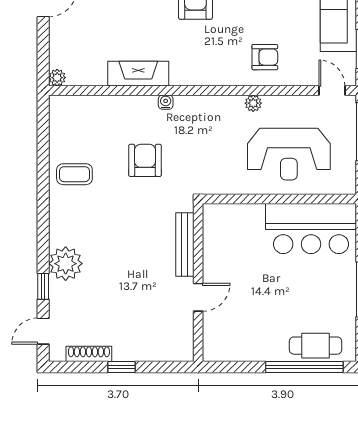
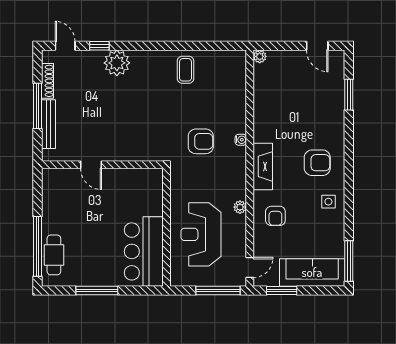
fireplace: (138, 74) -> (263, 166), moved
armchair: (145, 160) -> (201, 141), moved
bench: (185, 245) -> (49, 124), moved, turned 90
window: (121, 367) -> (37, 106), width x2.17

